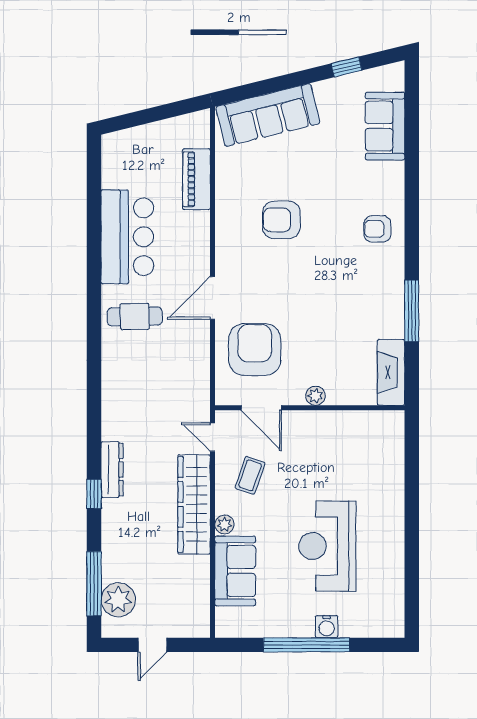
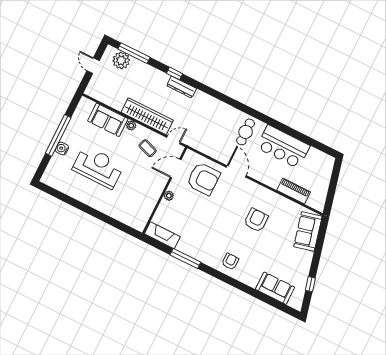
sofa: (268, 115) -> (308, 231), width x0.73

